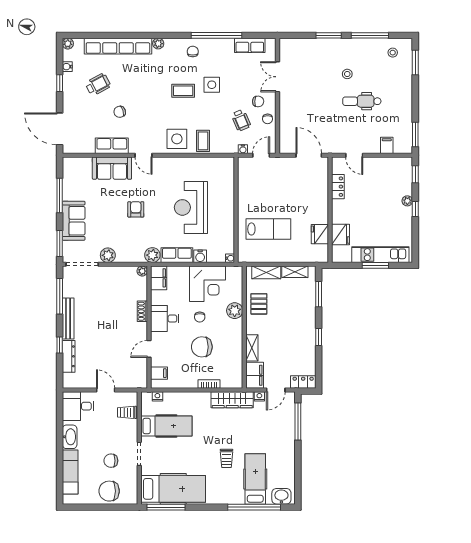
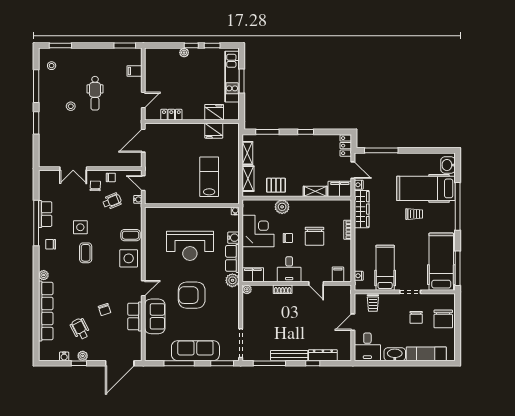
plant: (68, 44) -> (83, 356), moved
row of seats: (250, 45) -> (45, 214), moved
window: (415, 174) -> (212, 45), moved
armchair: (136, 209) -> (192, 295), width x1.88, depth x1.88
sofa: (74, 221) -> (195, 351), width x1.36
plant: (108, 255) -> (233, 320), removed
hospital bed: (255, 479) -> (426, 188), width x1.37, depth x1.29
window: (254, 507) -> (458, 206), moved

